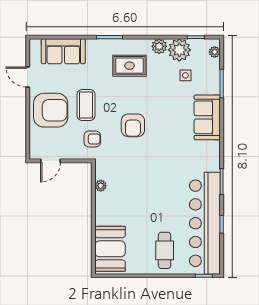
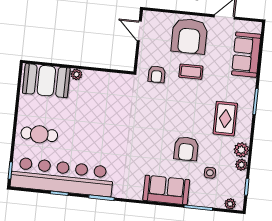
plant: (179, 50) -> (241, 165), width x0.53, depth x0.53
coffee table: (86, 105) -> (191, 72), width x0.73, depth x0.77
armchair: (133, 125) -> (186, 149), moved, turned -90
plant: (101, 186) -> (77, 74), moved

